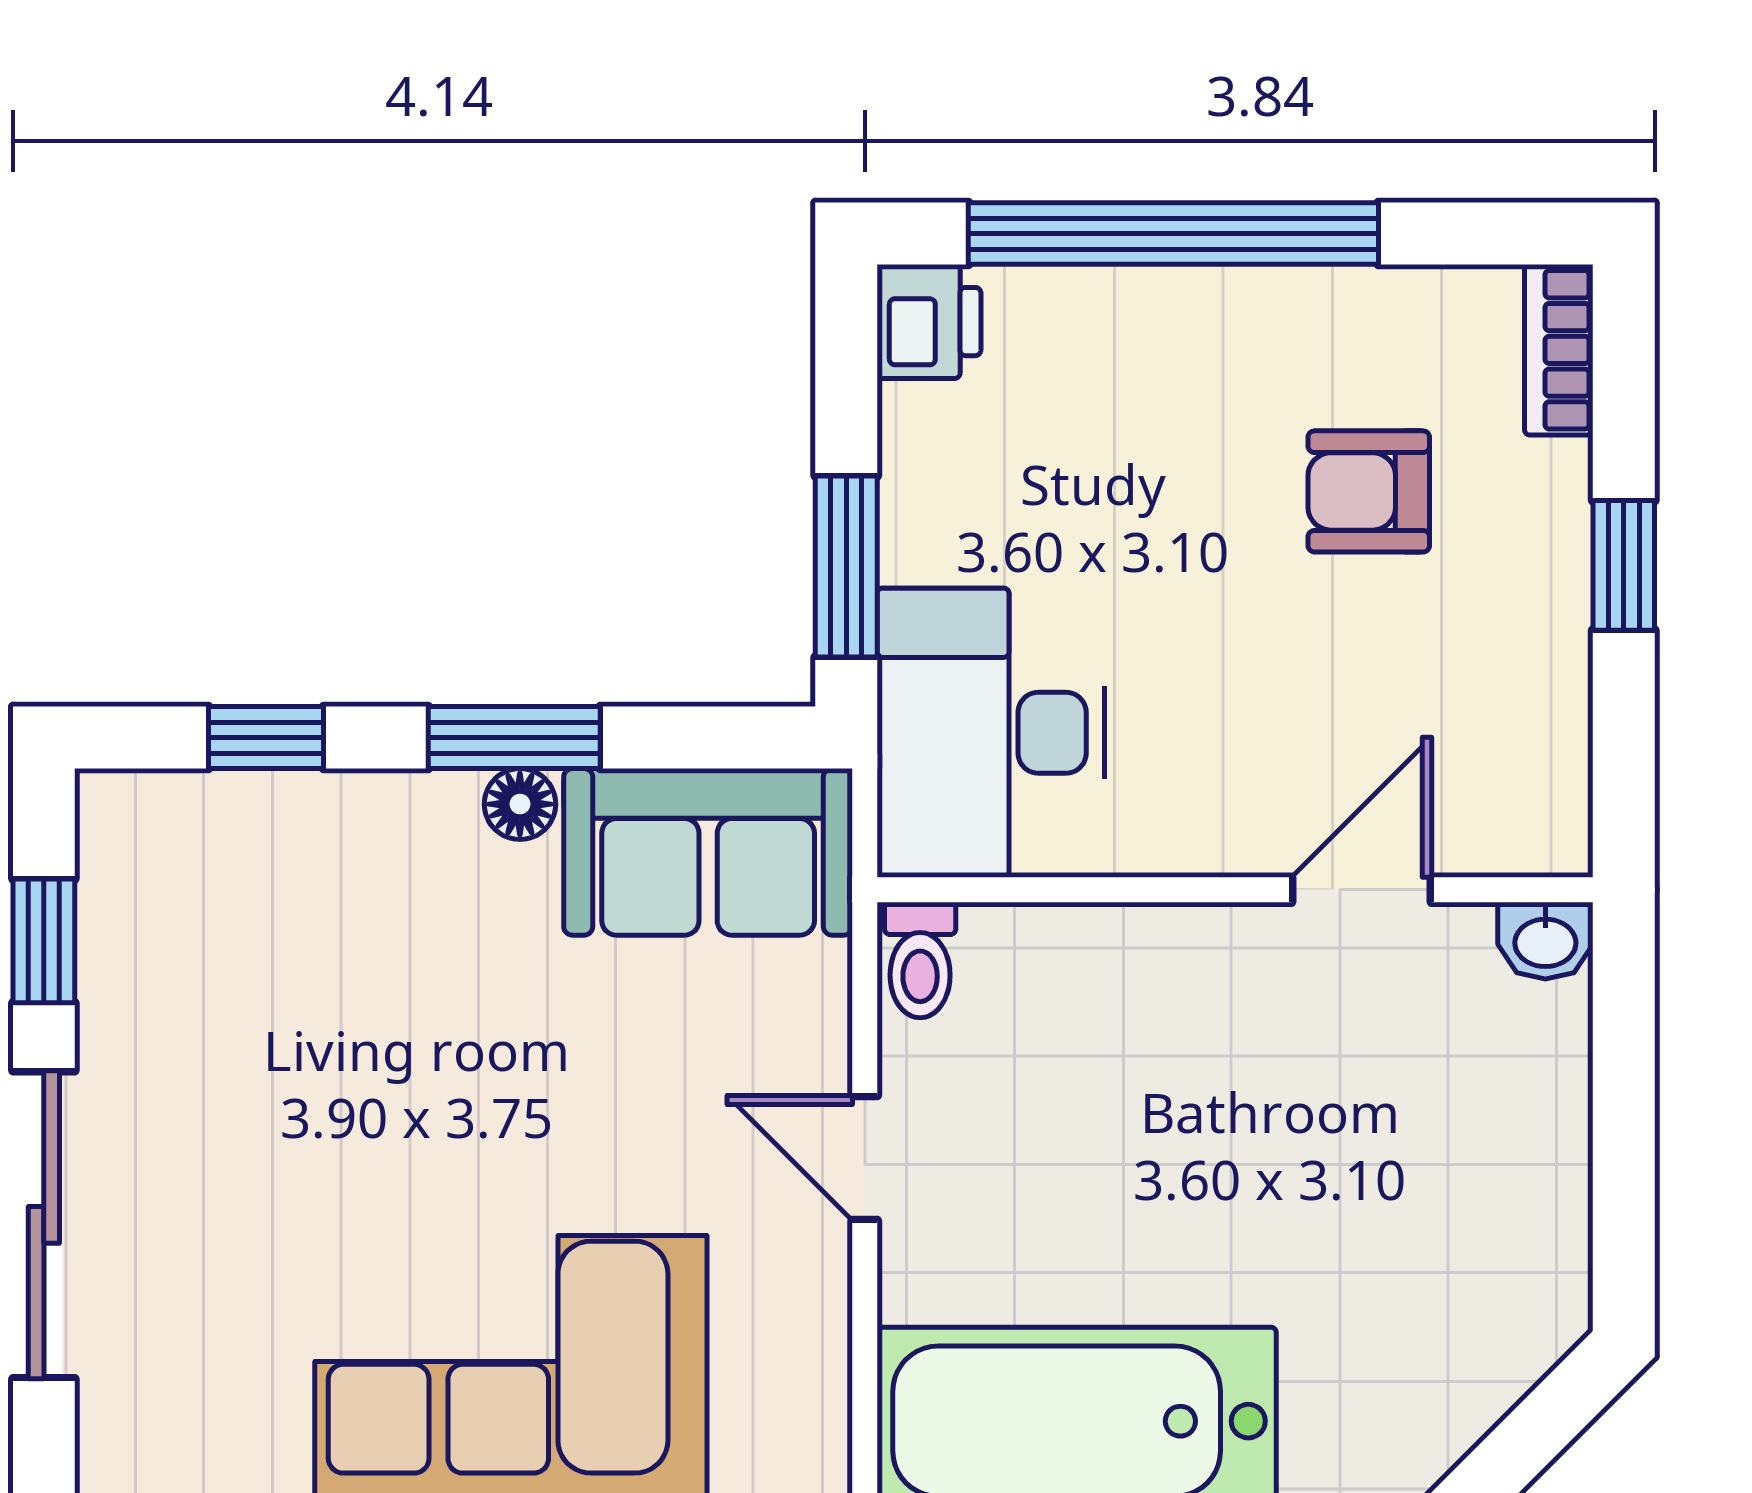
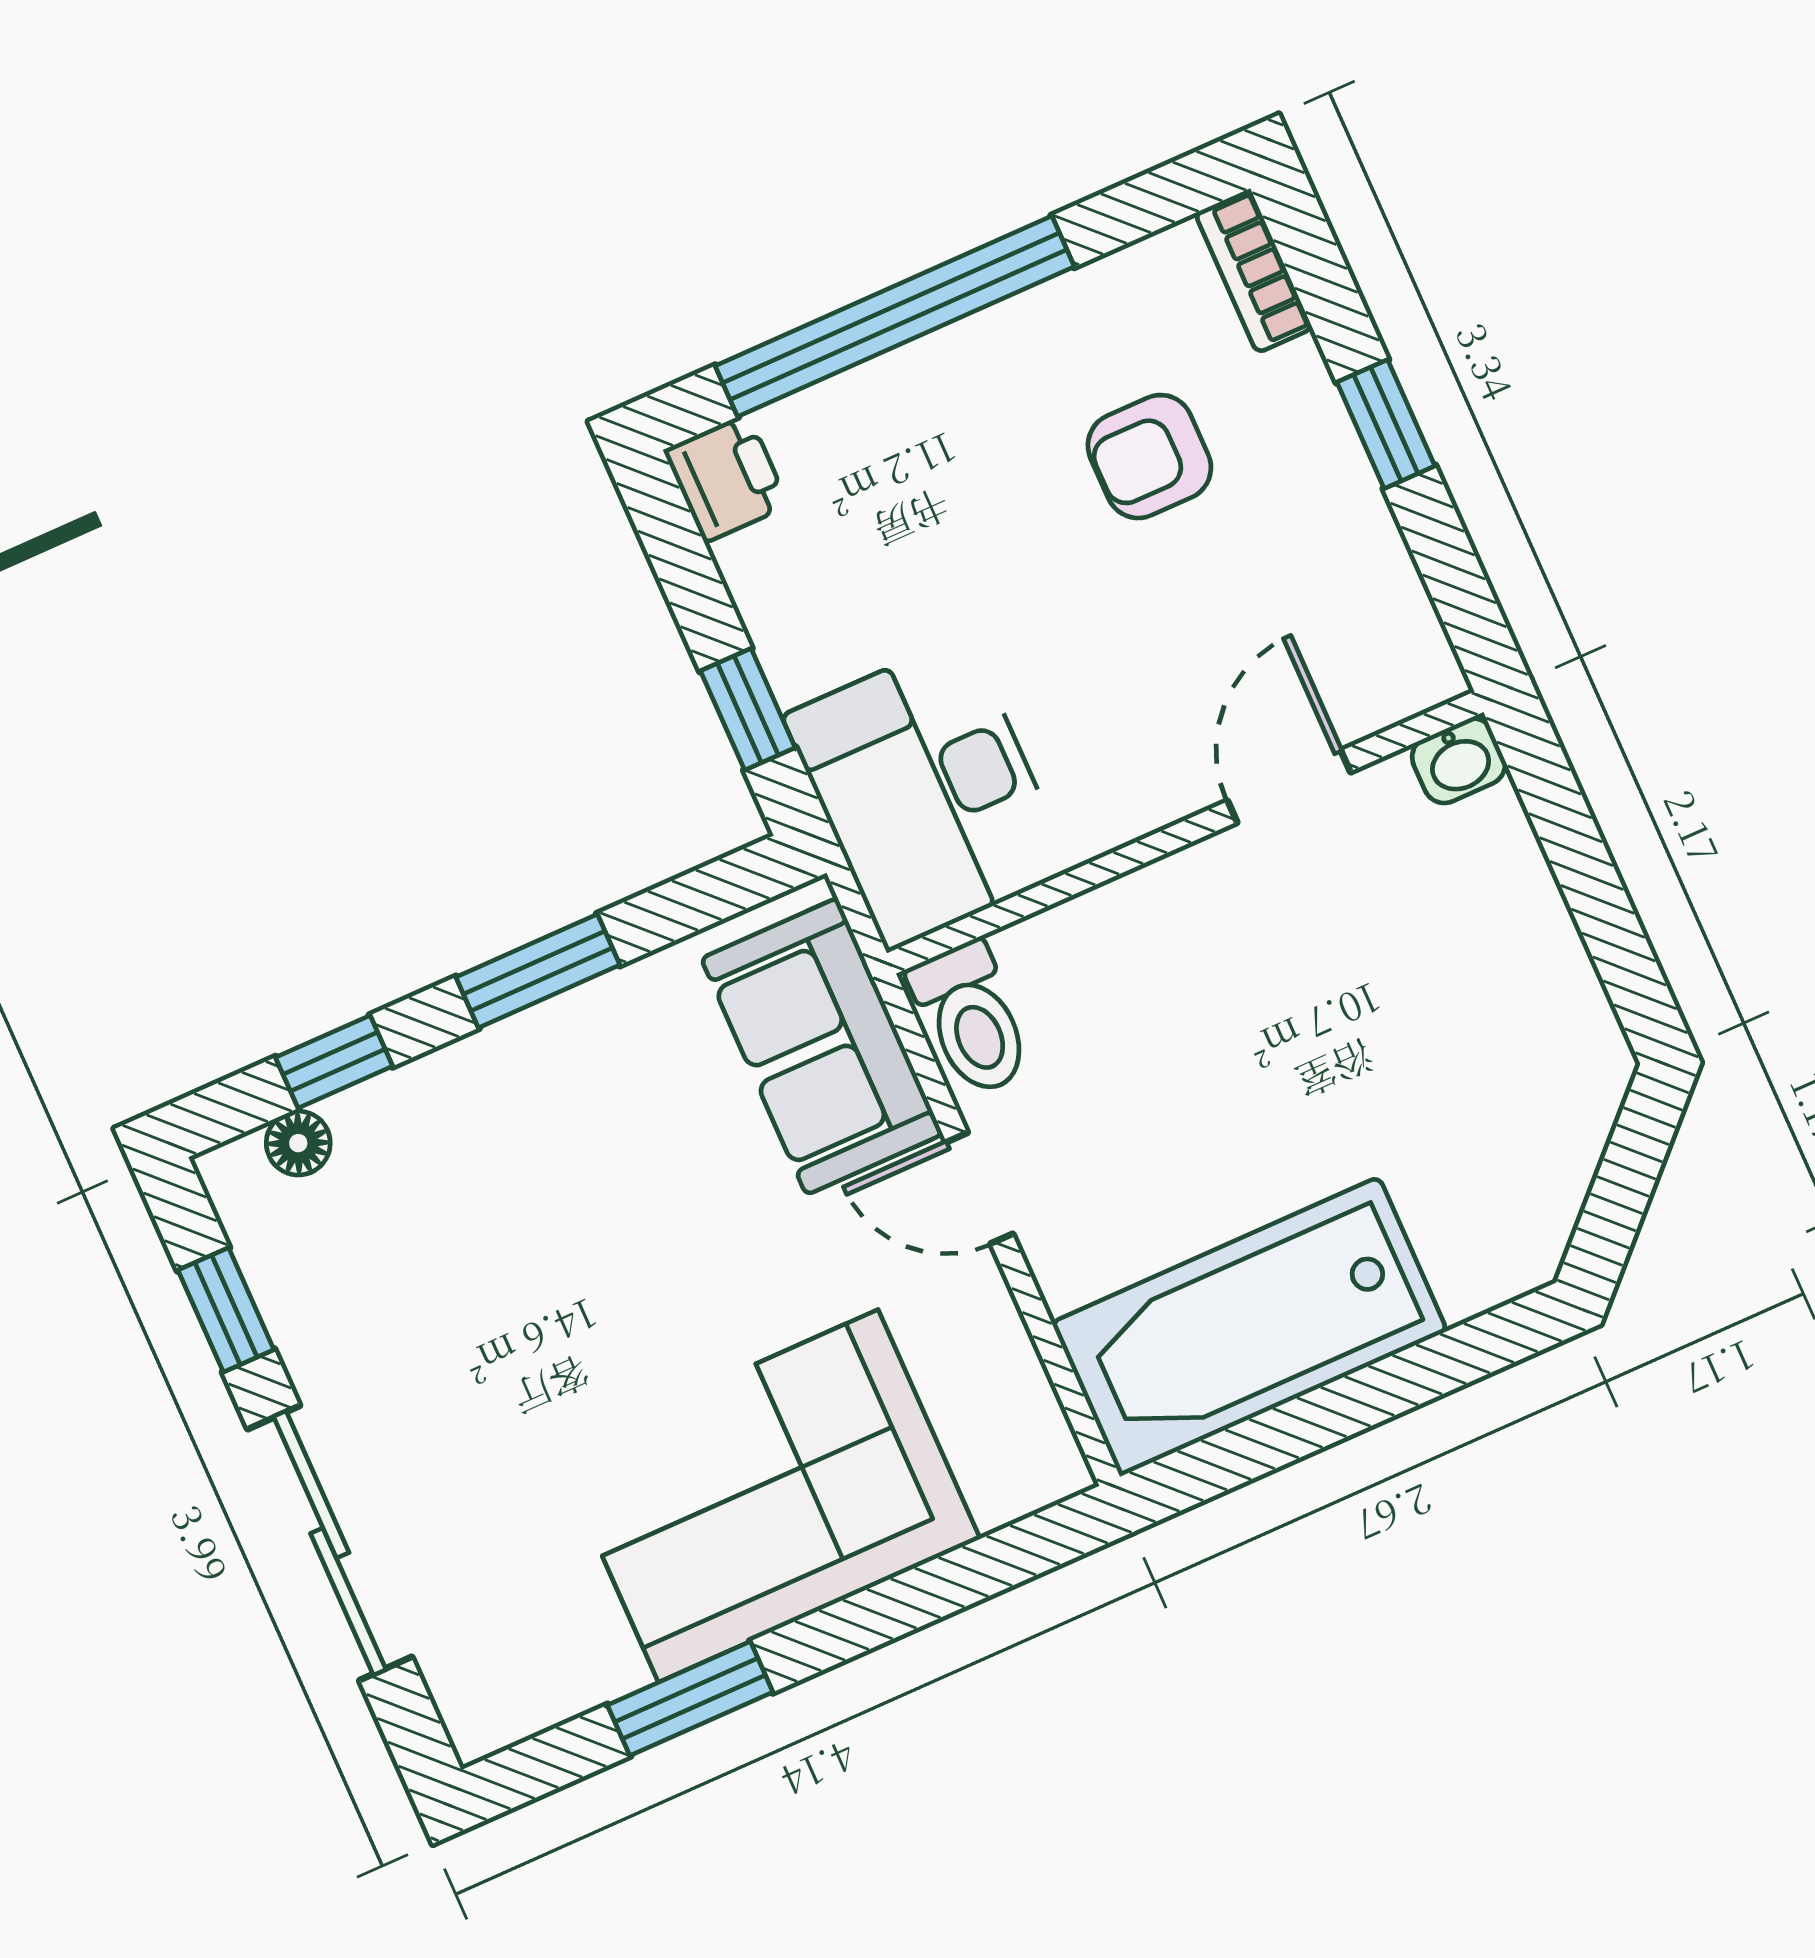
window: (846, 567) -> (748, 709), width x0.67
floor lamp: (520, 804) -> (298, 1143), moved
sofa: (708, 852) -> (822, 1046), moved, turned 90
toilet: (920, 960) -> (971, 1019), width x1.37, depth x1.39

